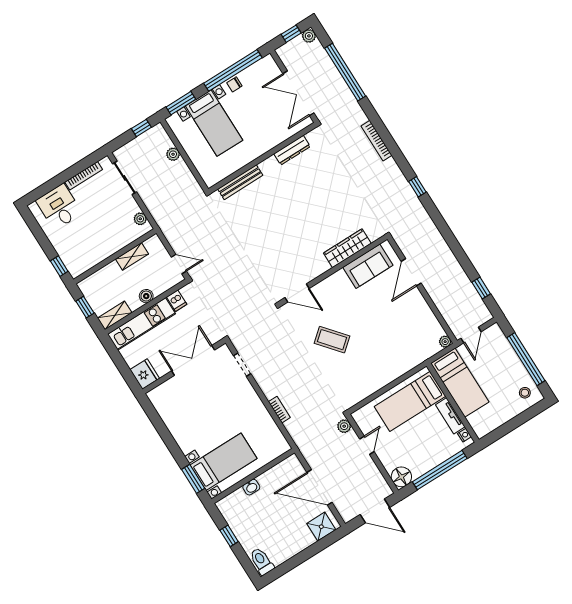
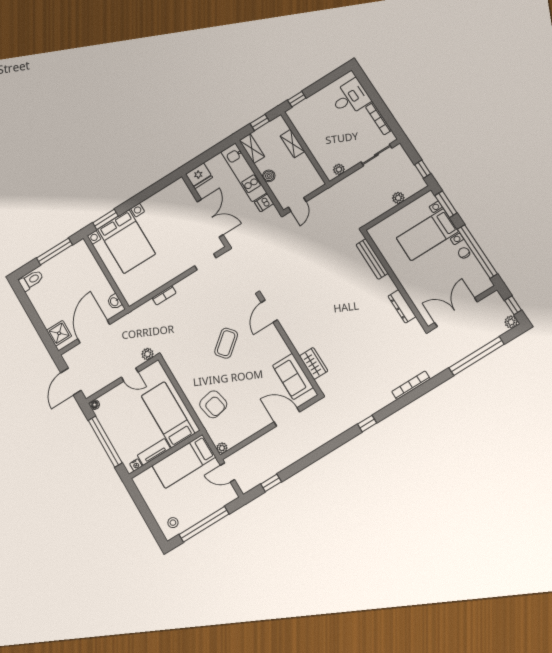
wardrobe: (347, 248) -> (314, 363), width x0.67
shelving: (132, 256) -> (292, 144), moved
armchair: (398, 352) -> (213, 404), added
bed with nightstands: (223, 462) -> (126, 242), width x1.36
floor lamp: (401, 477) -> (95, 405), width x0.53, depth x0.53
washbasin: (251, 487) -> (114, 302), moved
window: (229, 536) -> (54, 251), width x2.17

